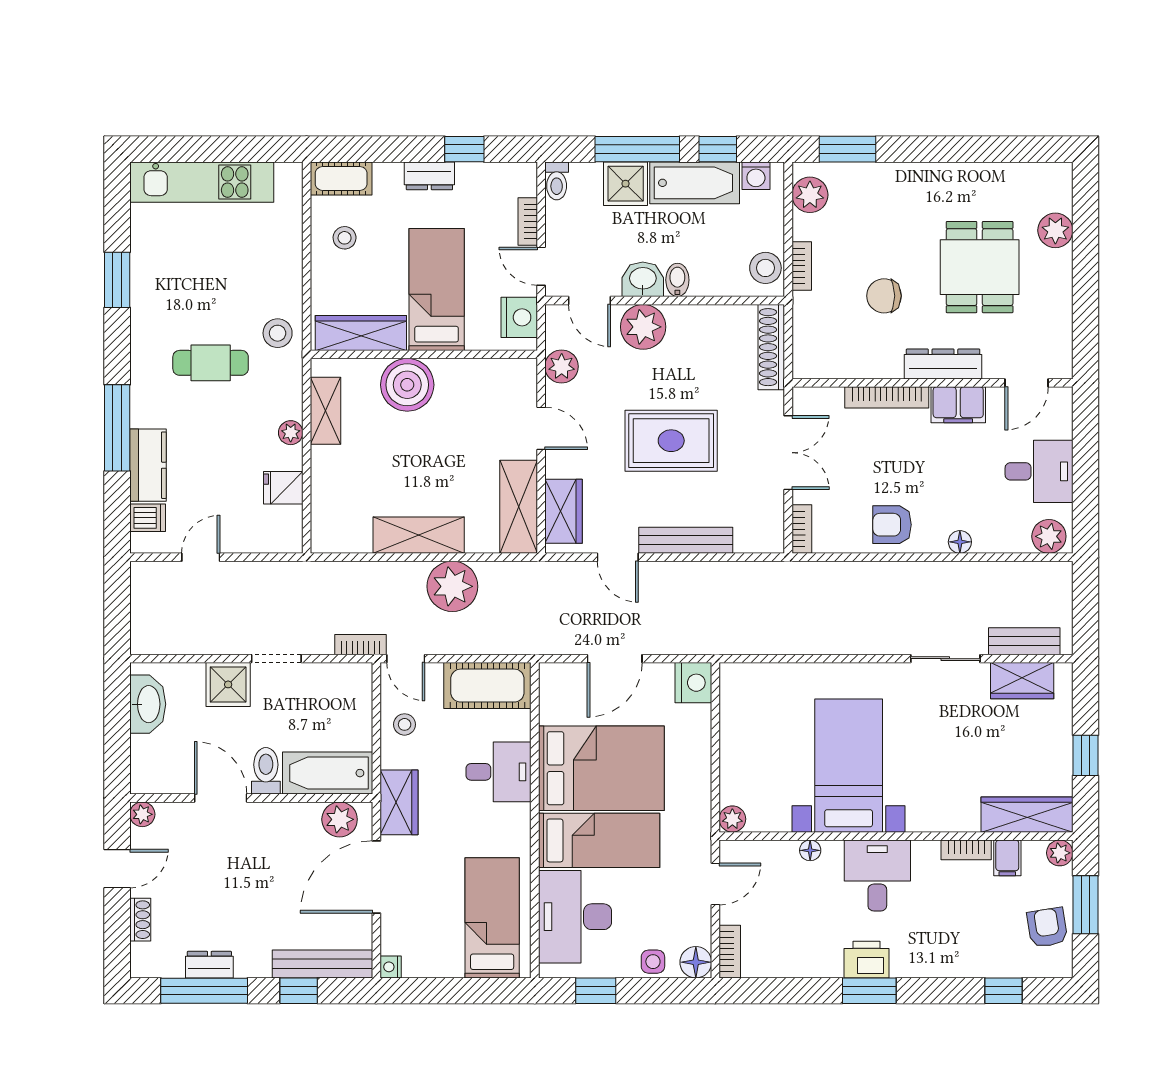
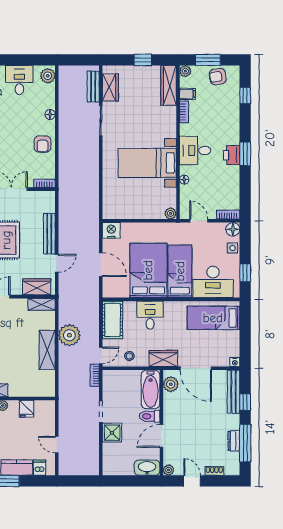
shelving: (519, 507) -> (42, 304), width x0.67, depth x0.75
washbasin: (148, 704) -> (147, 468), moved

